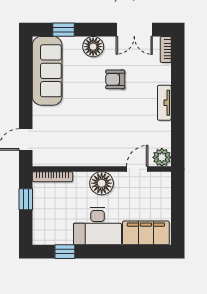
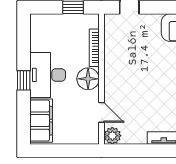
bookcase: (52, 177) -> (94, 48), moved
window: (65, 252) -> (24, 80), moved

